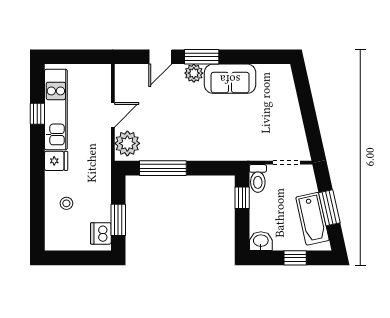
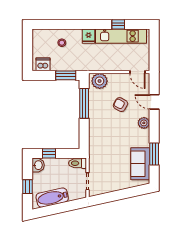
window: (202, 57) -> (154, 154), moved
sofa: (230, 79) -> (140, 164), moved
armchair: (165, 110) -> (121, 105), added
door: (113, 115) -> (137, 72), moved
window: (242, 198) -> (49, 153), moved
window: (329, 208) -> (59, 208), removed
window: (118, 220) -> (66, 75), moved

